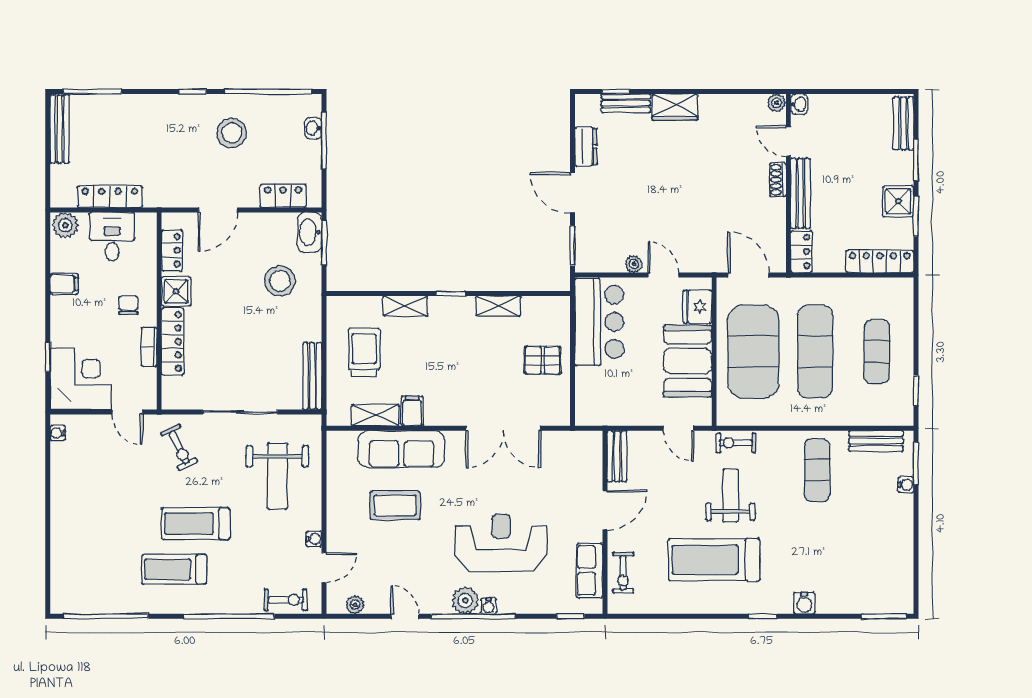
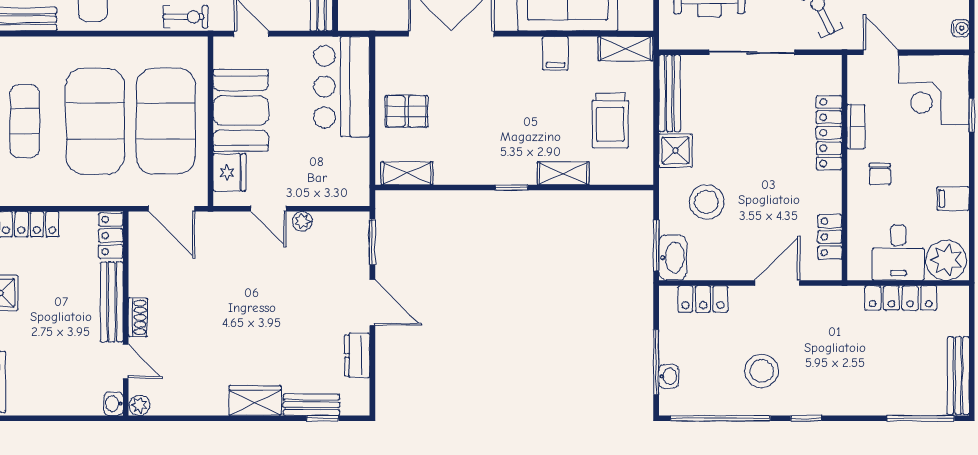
plant: (65, 225) -> (946, 260), width x1.36, depth x1.36
shower: (176, 291) -> (676, 150), moved
shelving: (498, 306) -> (407, 173), moved
bar counter: (599, 322) -> (342, 87), moved
exercise mat: (815, 352) -> (95, 121), width x1.47
shelving: (375, 415) -> (626, 49), moved

